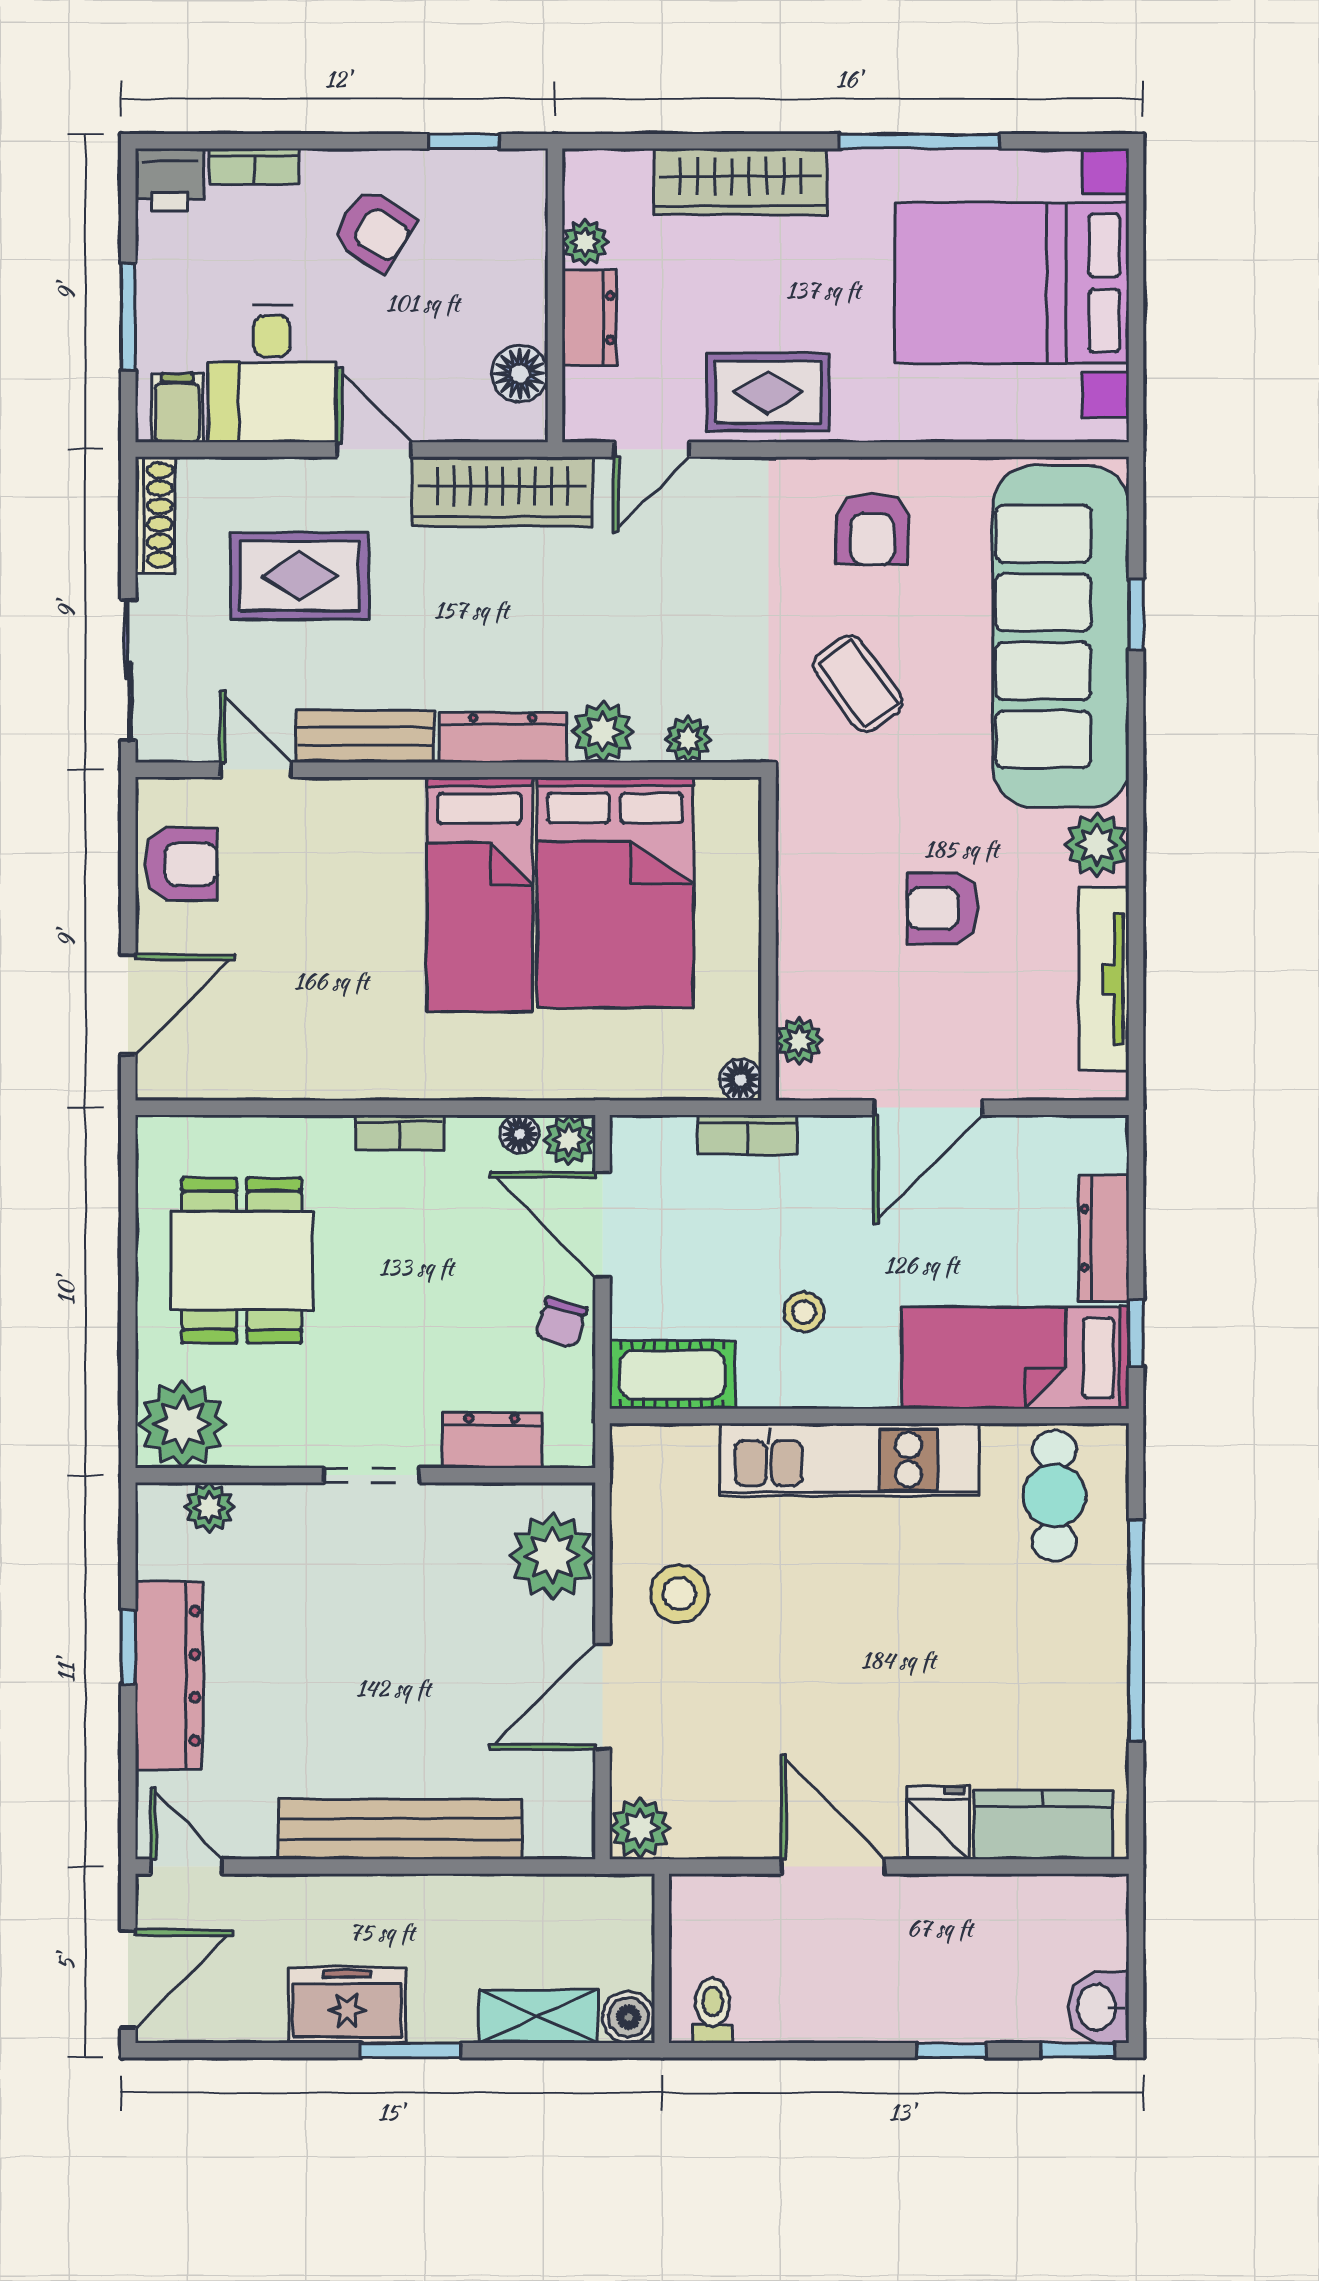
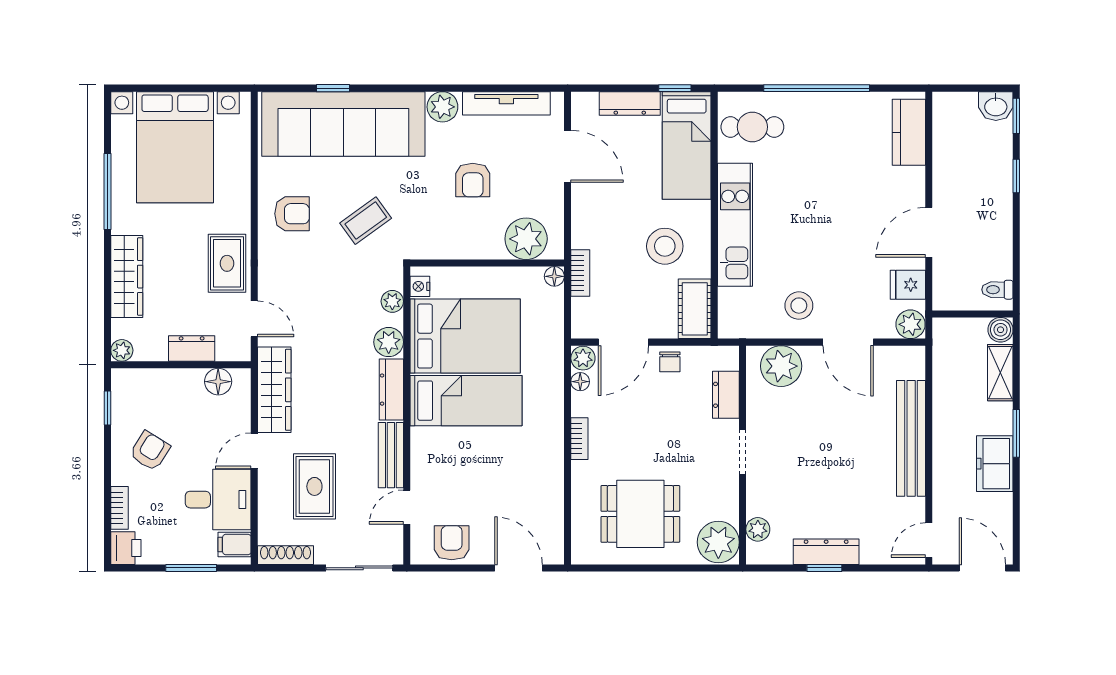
plant: (585, 242) -> (122, 350), moved
nightstand: (720, 797) -> (420, 286), added
plant: (799, 1041) -> (526, 239), width x1.88, depth x1.88
door: (928, 1108) -> (568, 156), moved
stool: (804, 1312) -> (665, 246), width x1.89, depth x1.89
chair: (561, 1322) -> (670, 362), turned 73
dresser: (169, 1676) -> (826, 552), width x0.73, depth x0.80
fridge: (938, 1823) -> (908, 285), moved

